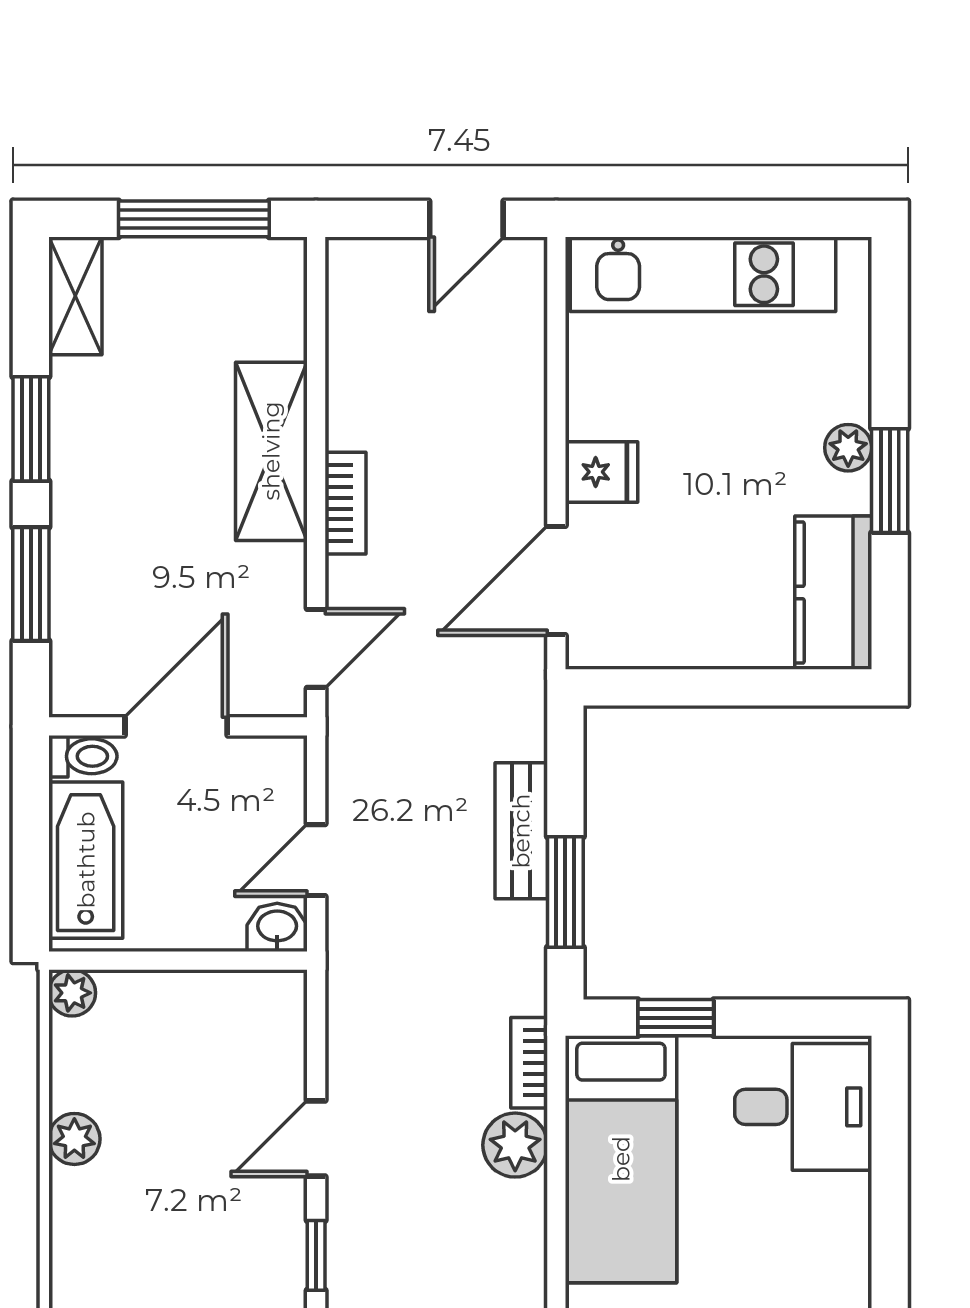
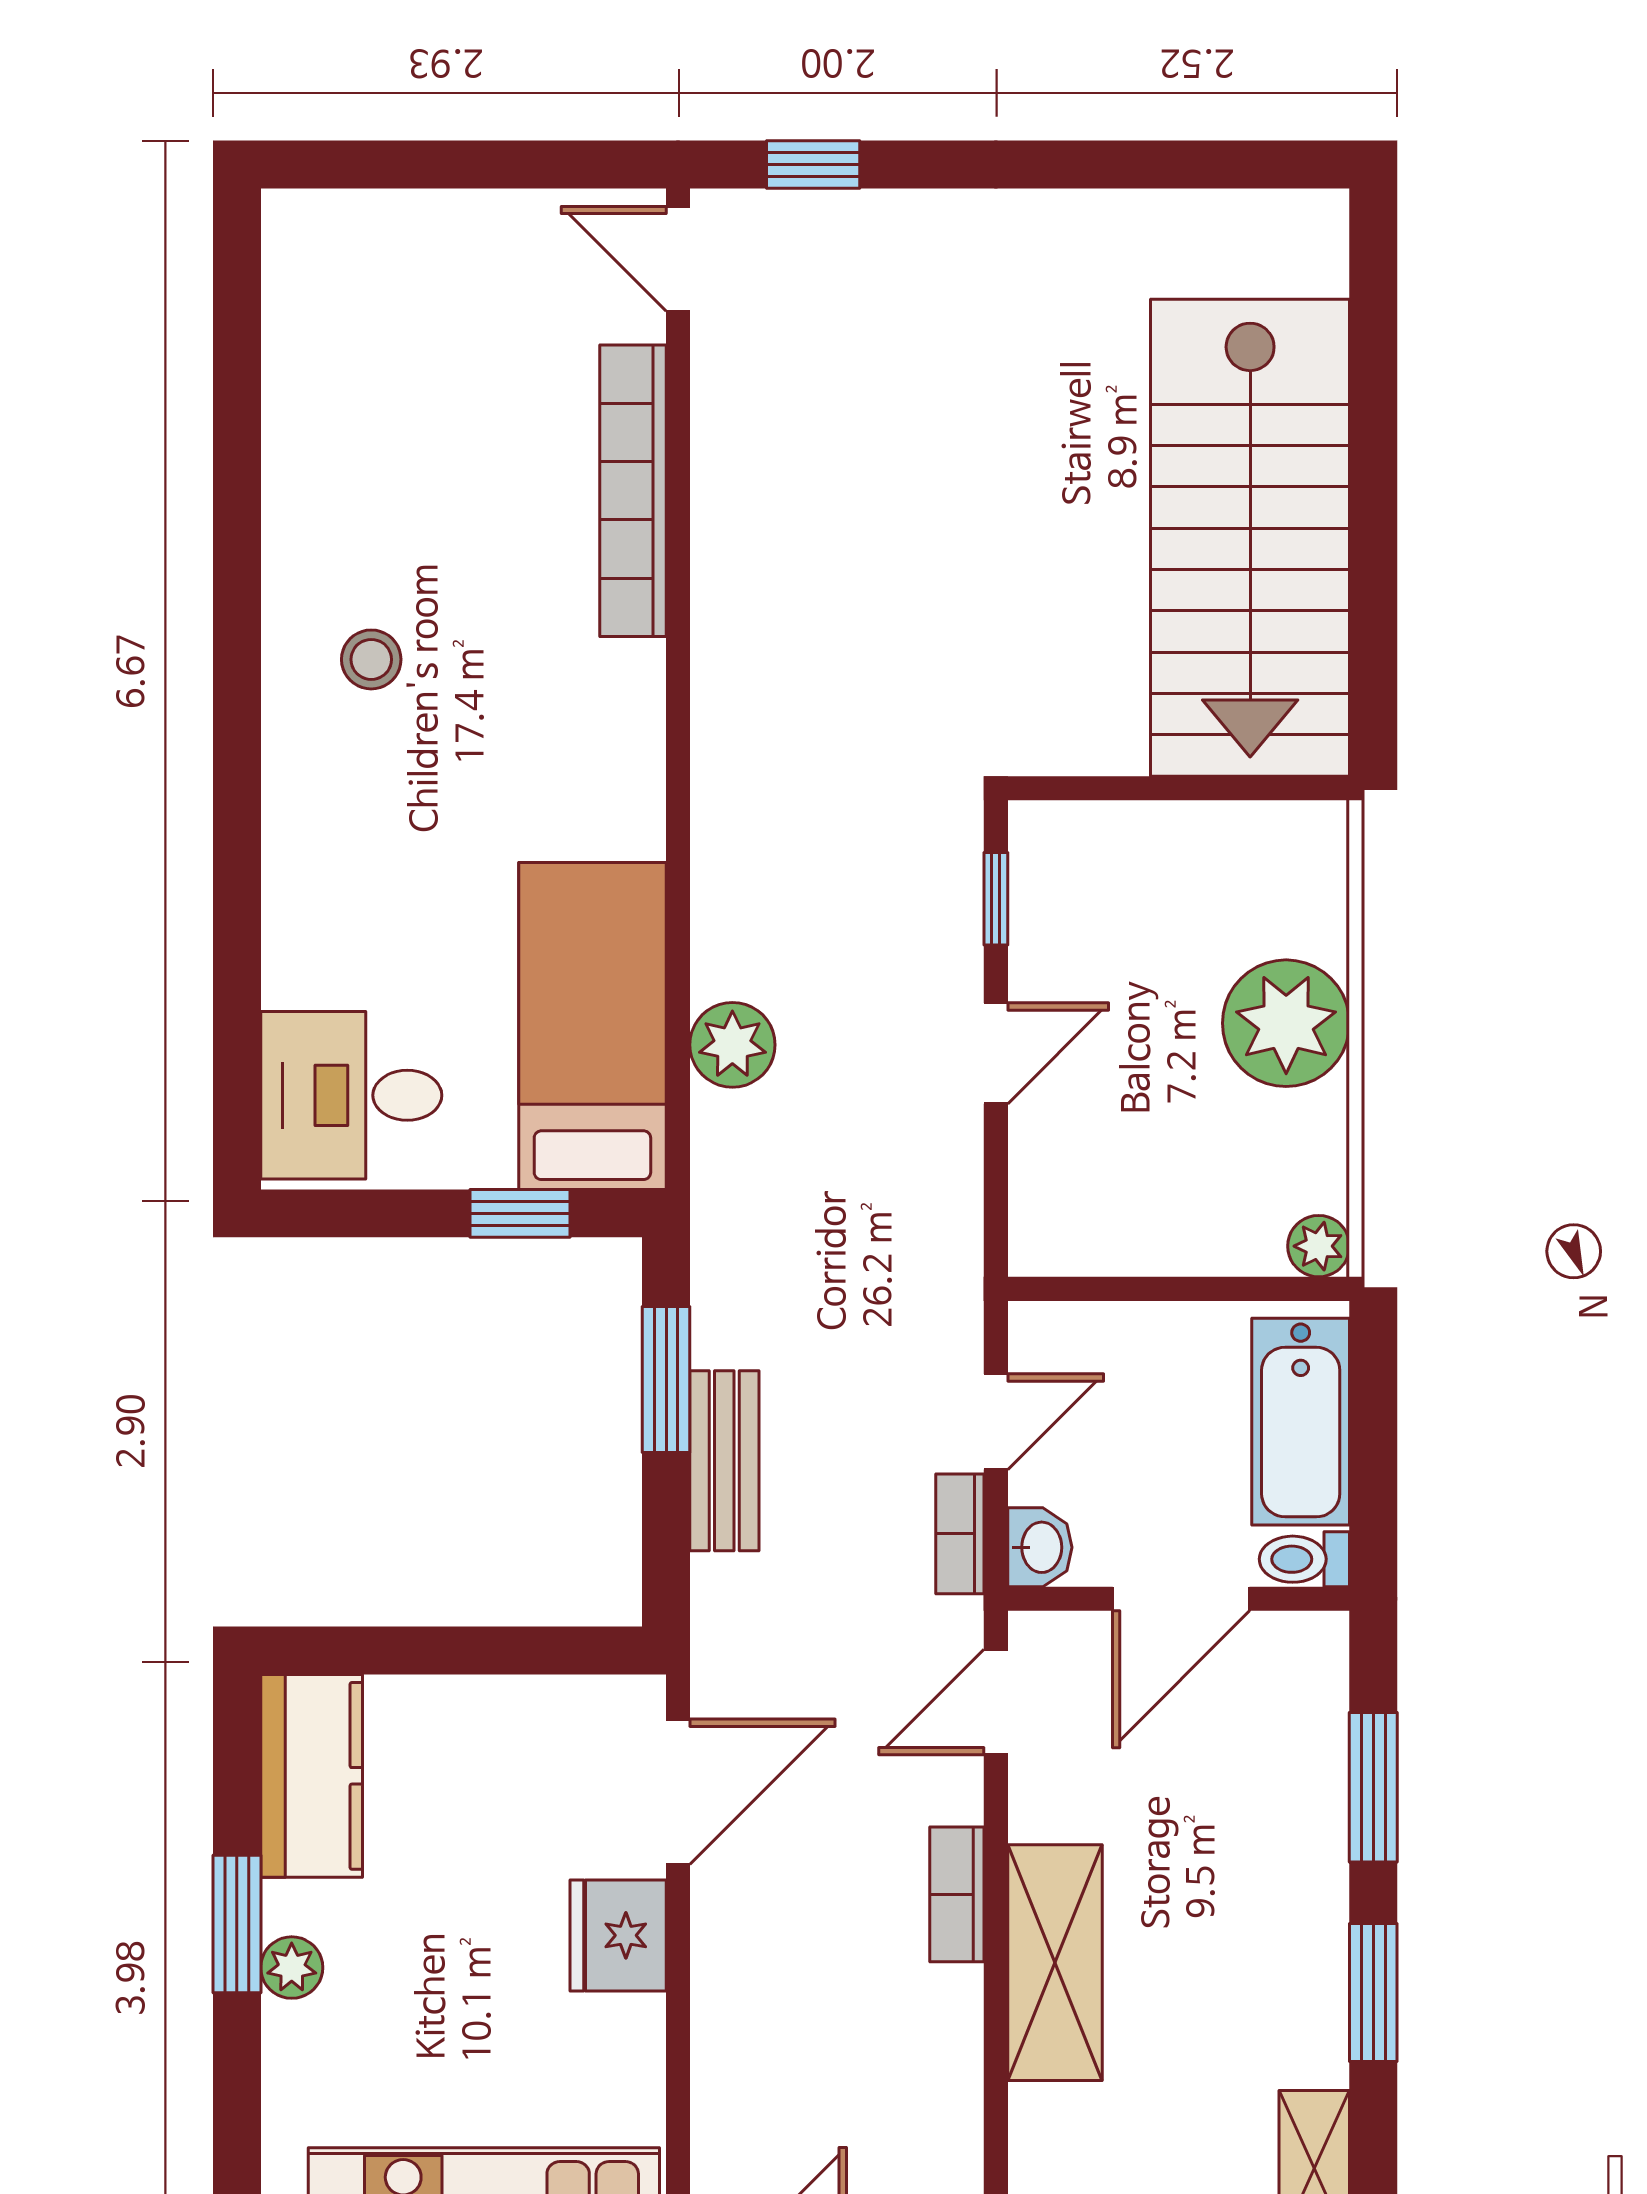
fridge: (601, 472) -> (618, 1935), width x1.38
washbasin: (277, 927) -> (1040, 1547), moved, turned -90
bookcase: (529, 1063) -> (960, 1534), moved, turned 180
plant: (74, 1139) -> (1286, 1023), width x1.87, depth x1.87

